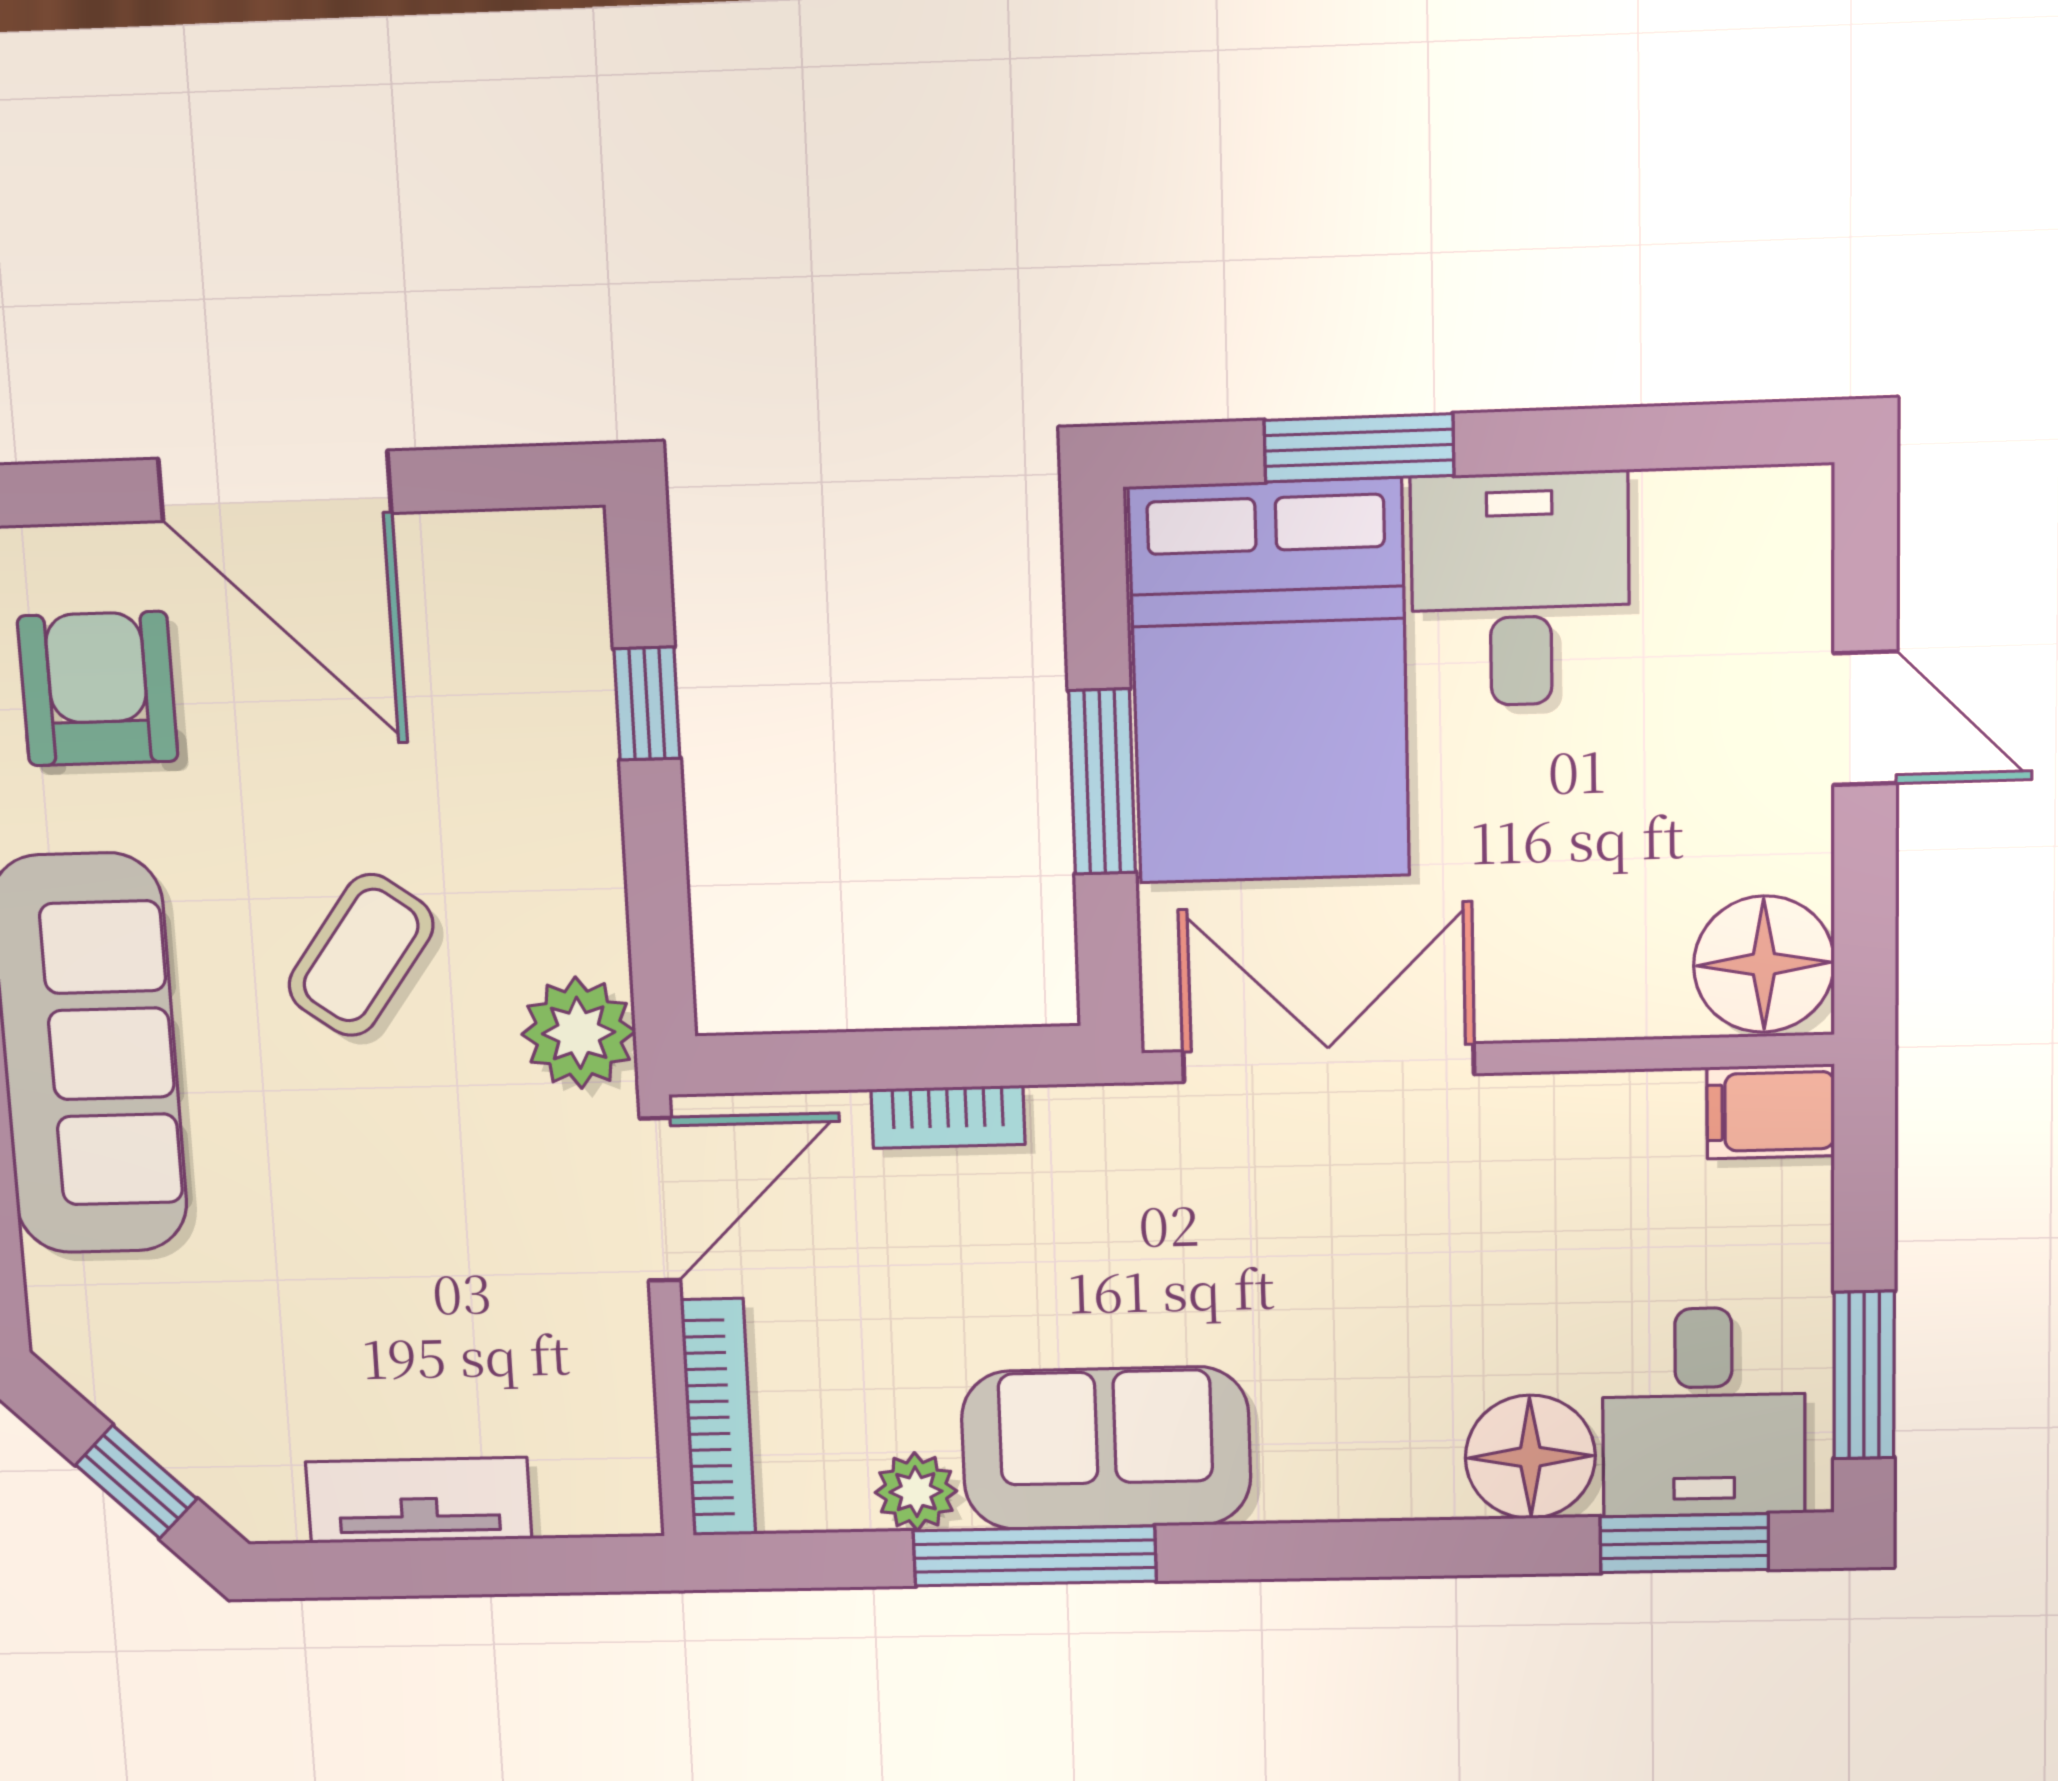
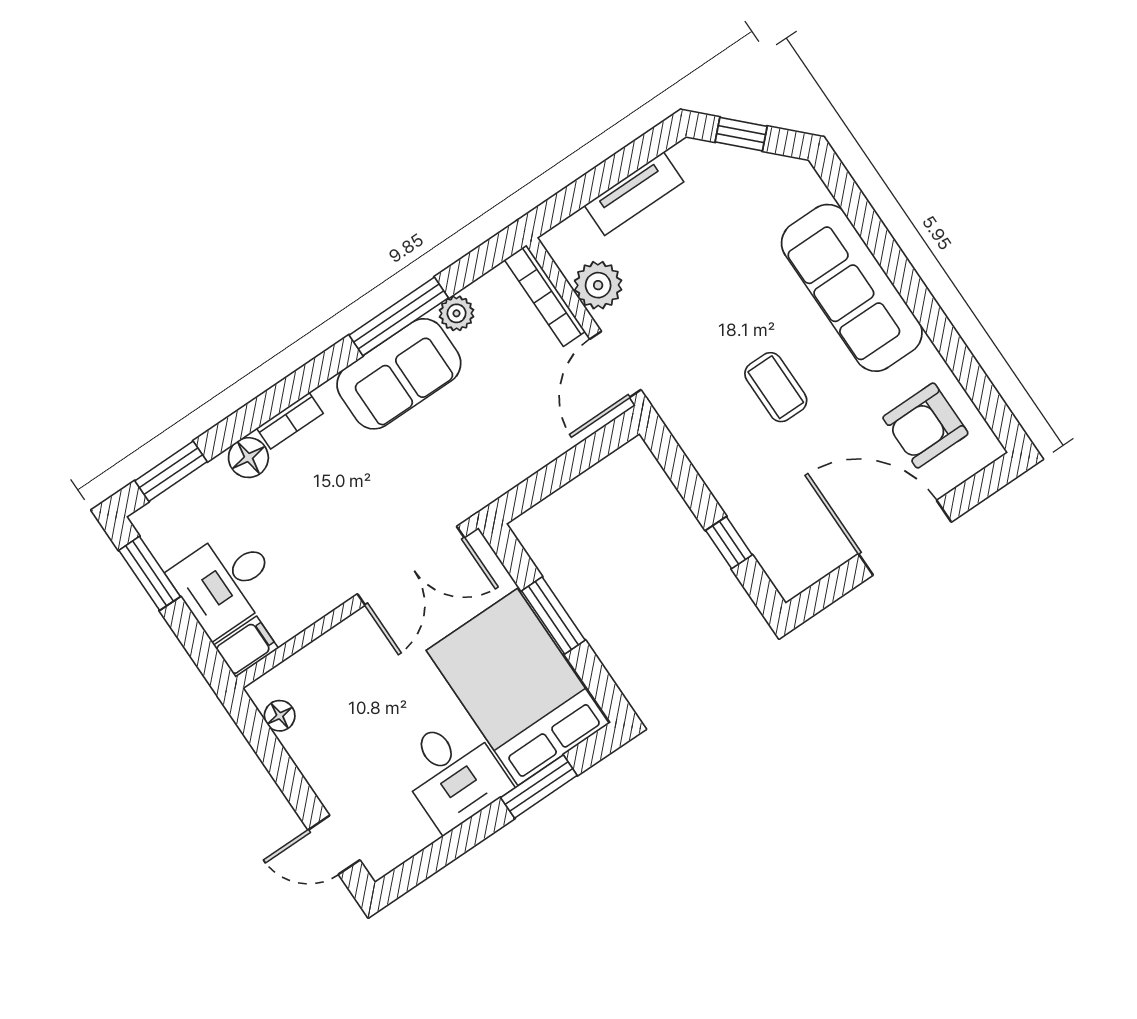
armchair: (98, 689) -> (925, 426), turned 90
door: (1865, 718) -> (334, 845), moved
coffee table: (361, 955) -> (776, 387), turned -36
floor lamp: (1764, 964) -> (280, 716), width x0.53, depth x0.53
plant: (579, 1033) -> (598, 285), moved
bookcase: (948, 1117) -> (290, 421), moved, turned 180
desk: (1704, 1412) -> (225, 582), moved, turned -90
floor lamp: (1530, 1457) -> (248, 458), width x0.73, depth x0.73

